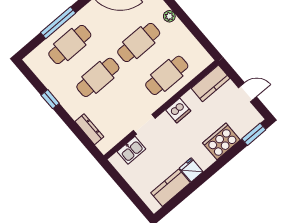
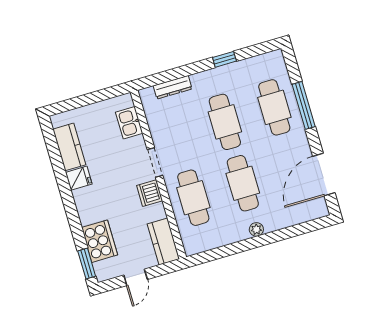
doorway: (144, 124) -> (155, 163), moved
cooker: (221, 141) -> (100, 241), moved

